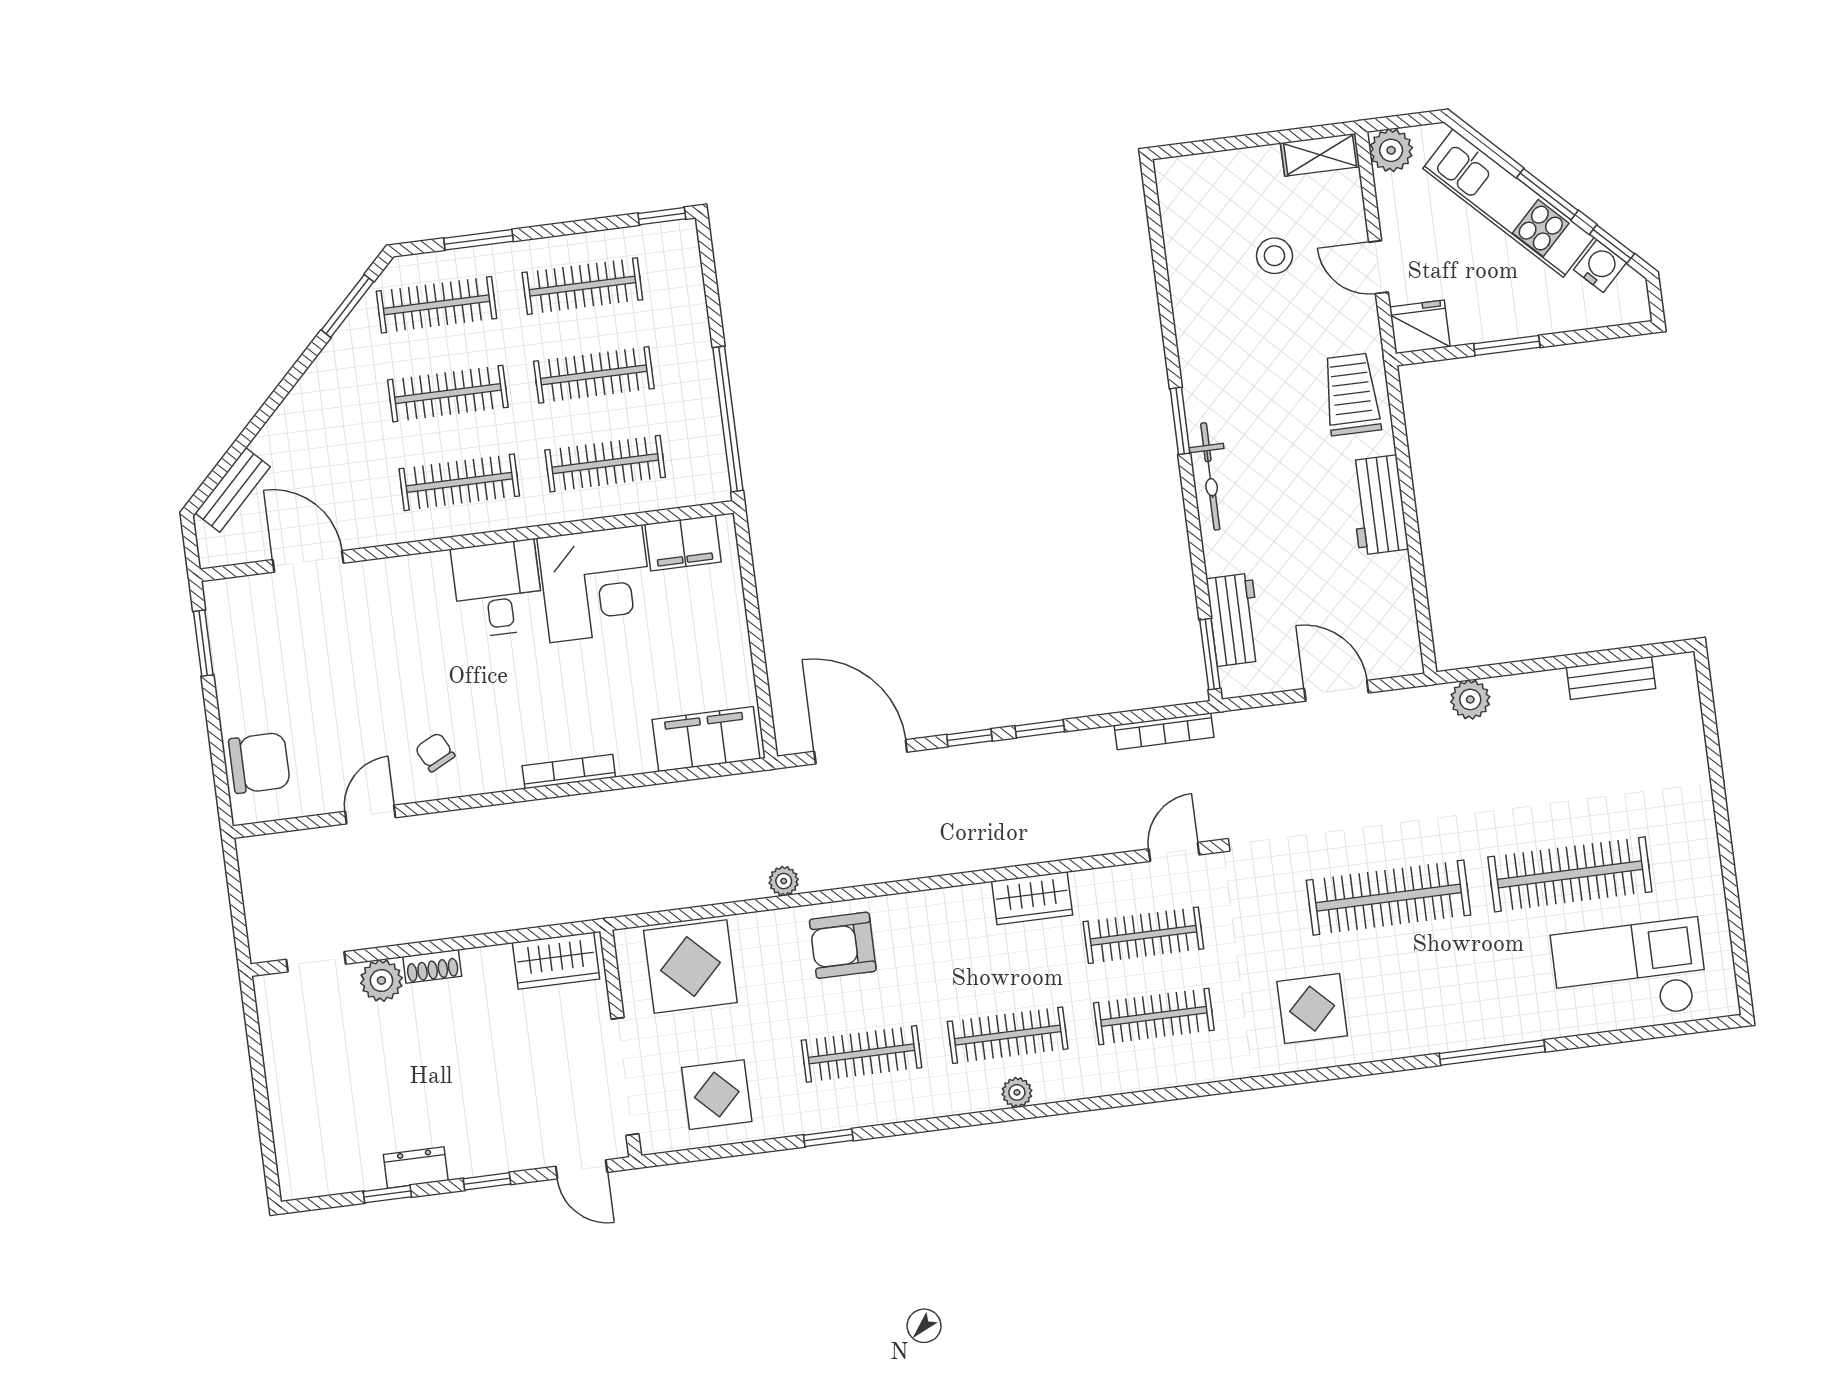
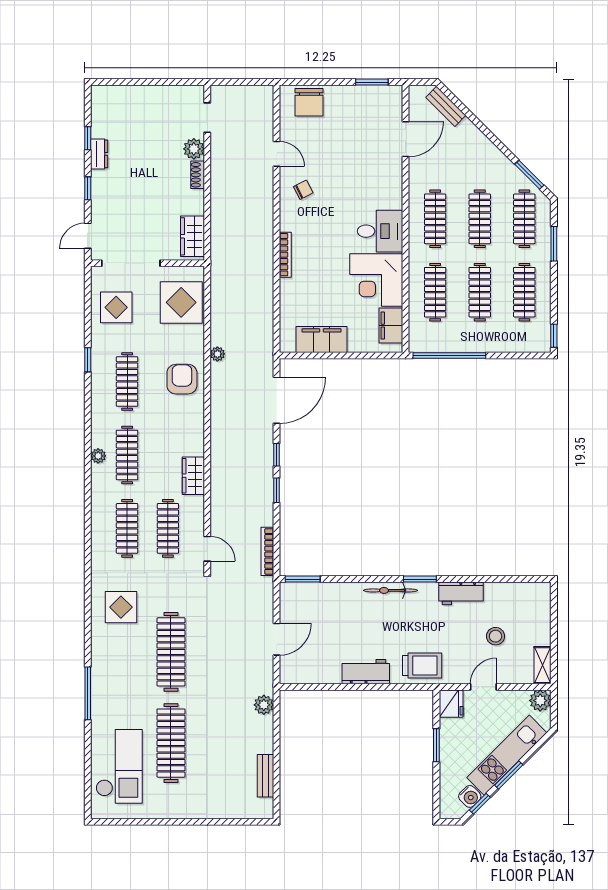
workbench: (1234, 620) -> (461, 593), moved
filing cabinet: (706, 739) -> (322, 340), moved, turned -90

